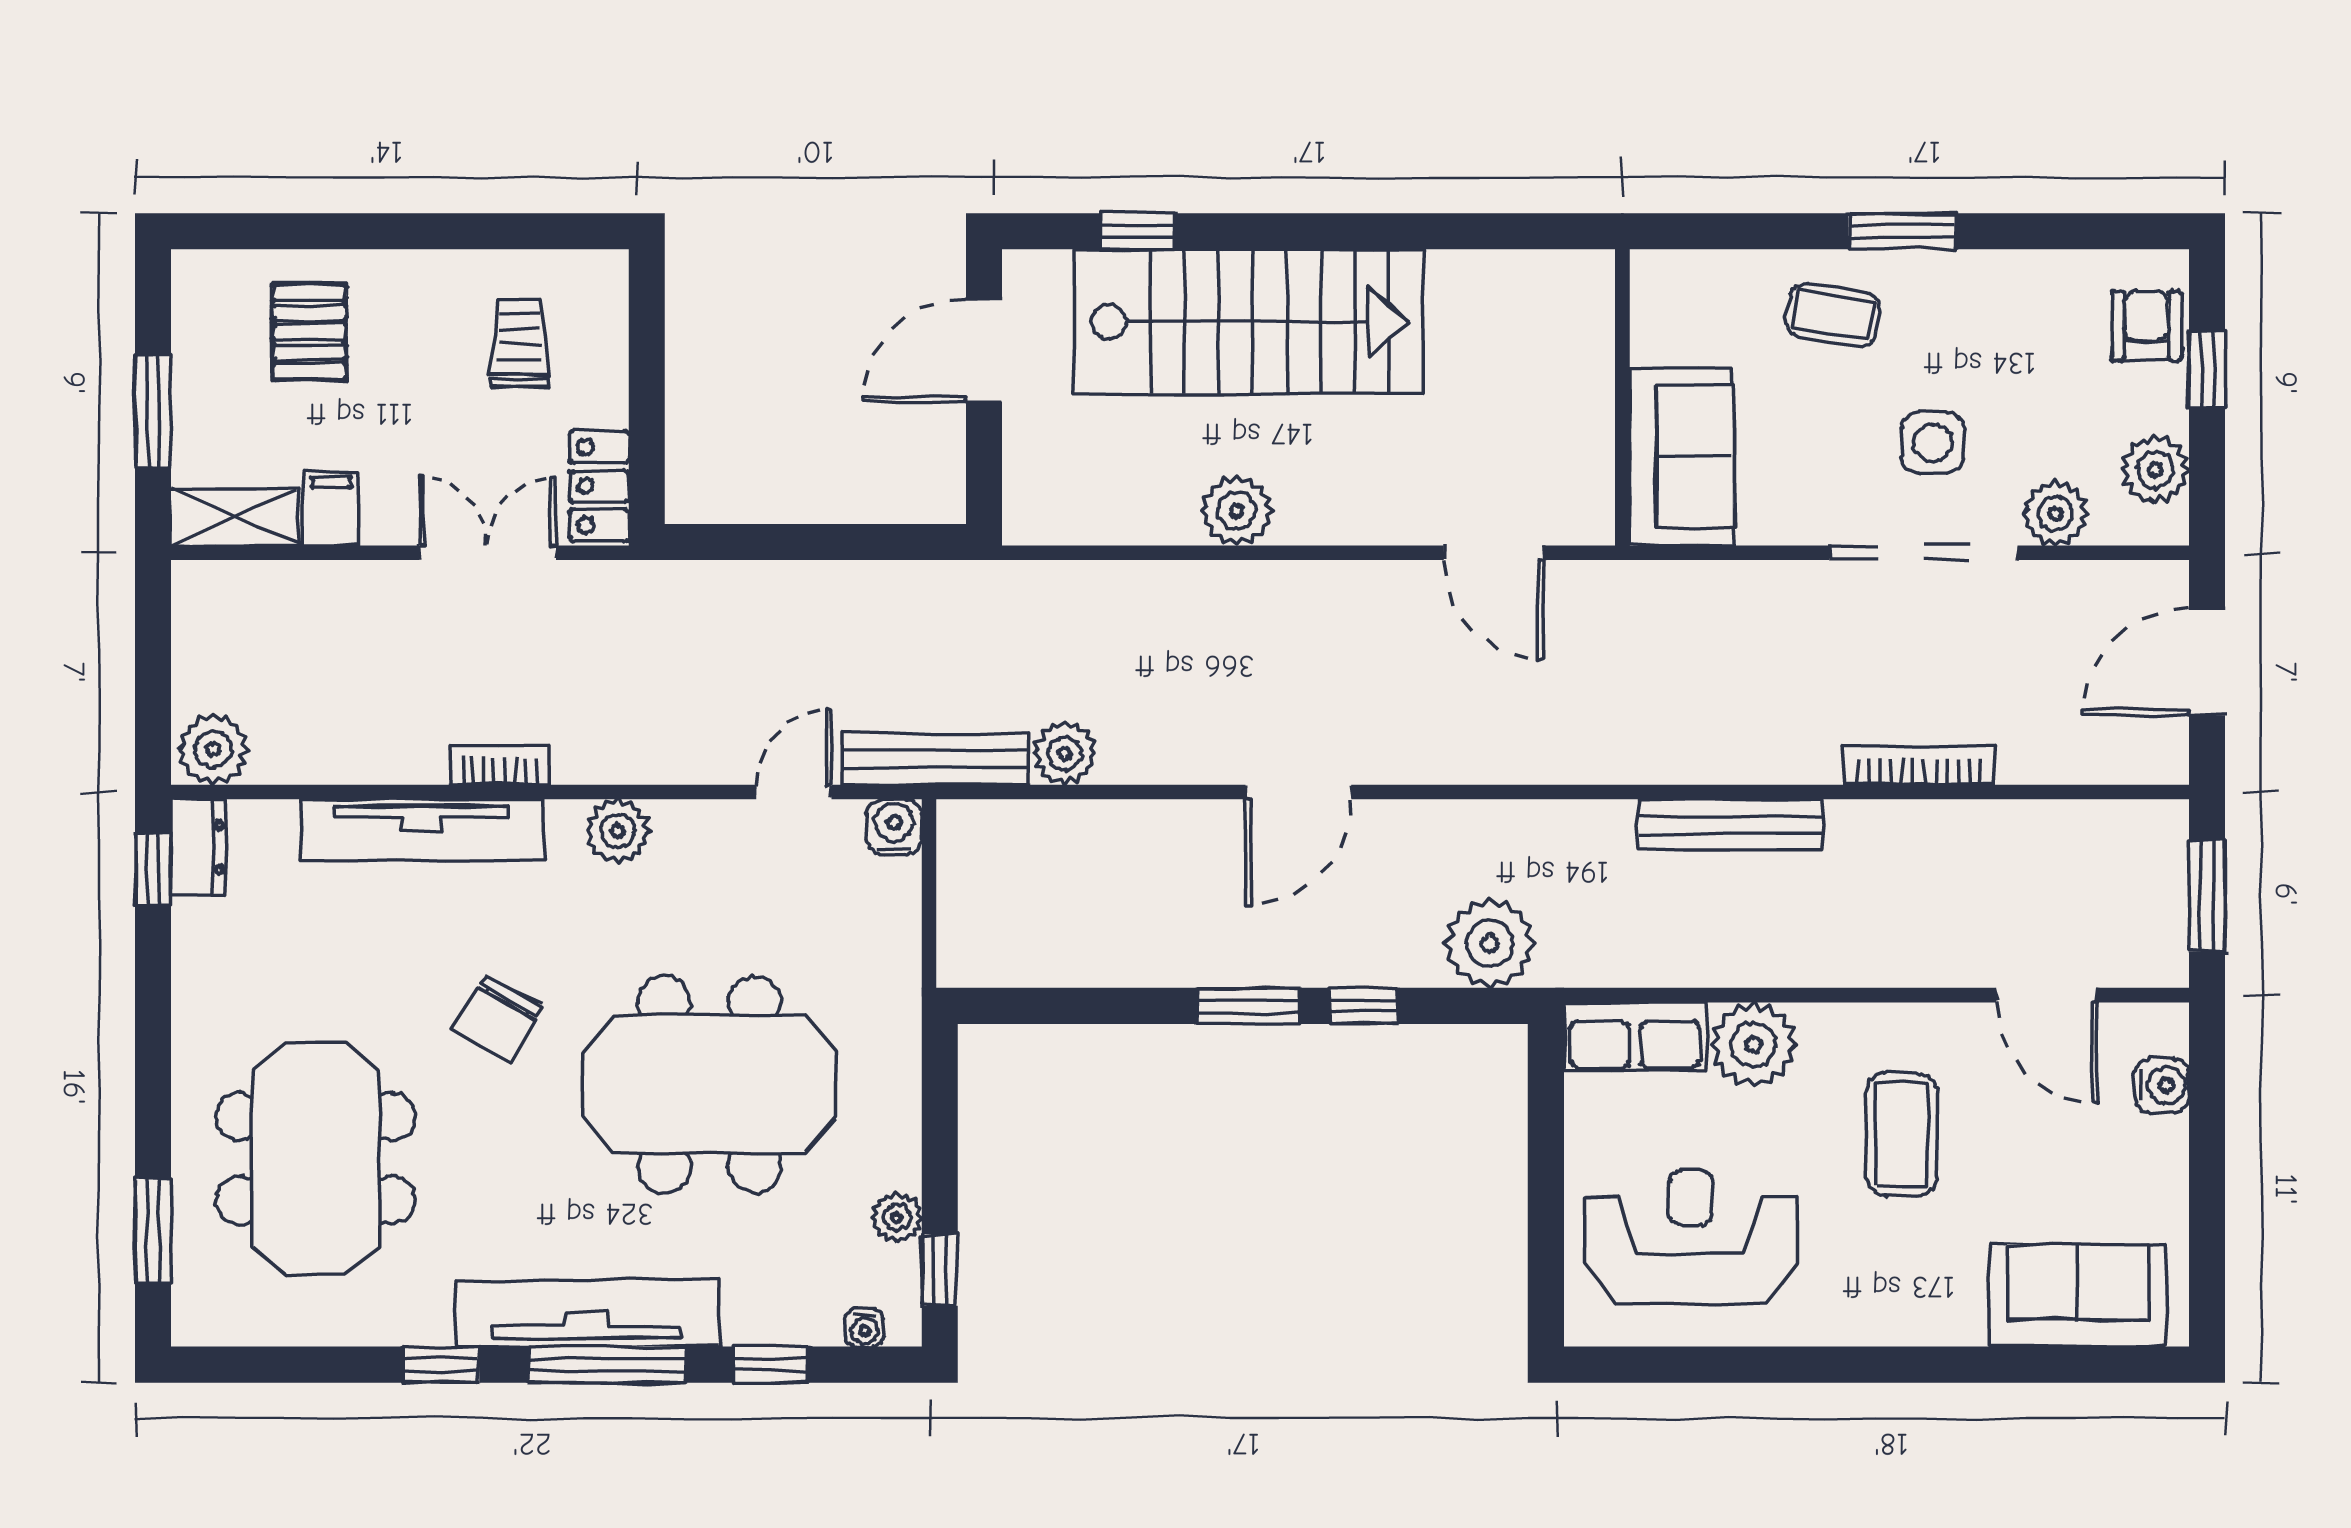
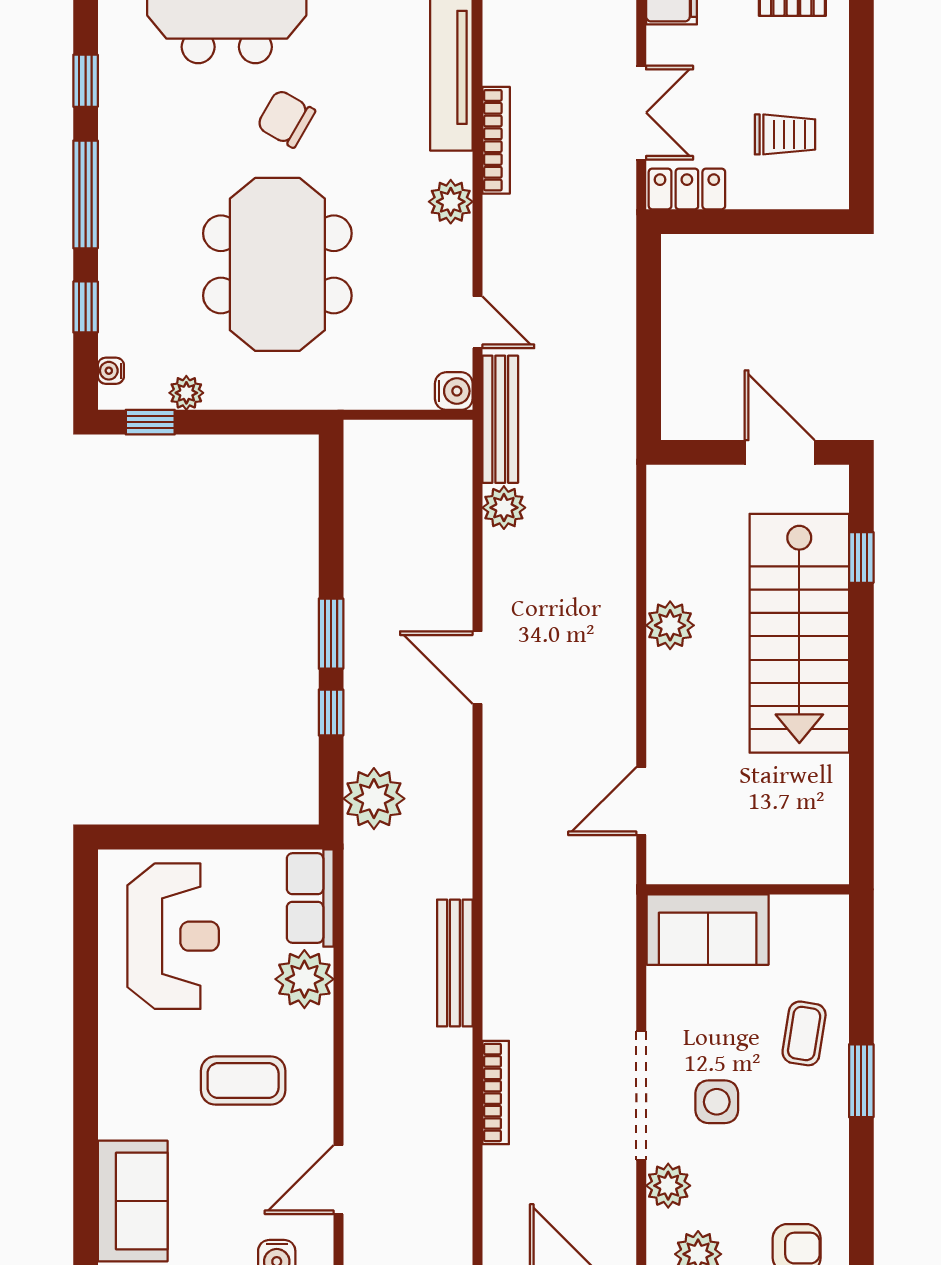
bookcase: (500, 765) -> (496, 140), width x1.56
chair: (498, 1018) -> (286, 119), moved
tv unit: (587, 1313) -> (121, 180), removed

